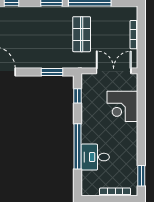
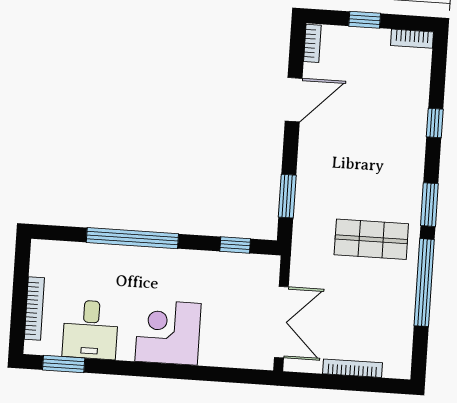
shop shelf: (82, 34) -> (371, 239), moved
corner desk: (122, 106) -> (168, 332), moved
desk: (95, 157) -> (91, 330), moved, turned 180

